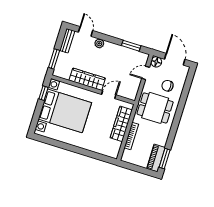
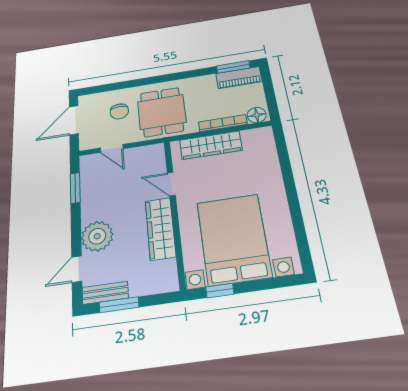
plant: (99, 43) -> (97, 236), width x1.88, depth x1.88
window: (54, 59) -> (119, 305), moved
floor lamp: (156, 62) -> (257, 115), moved

